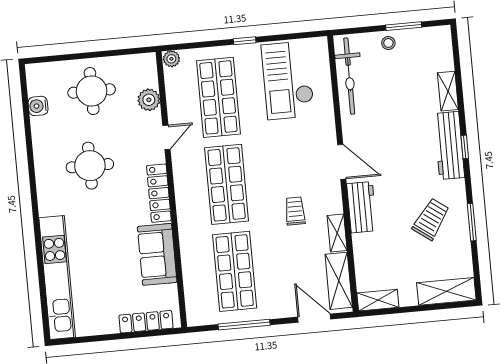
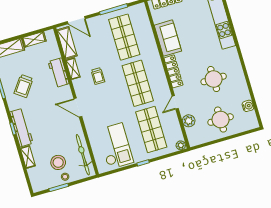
stool: (396, 71) -> (58, 162), added
workbench: (362, 207) -> (59, 73), moved
shelving: (378, 300) -> (34, 39), moved

